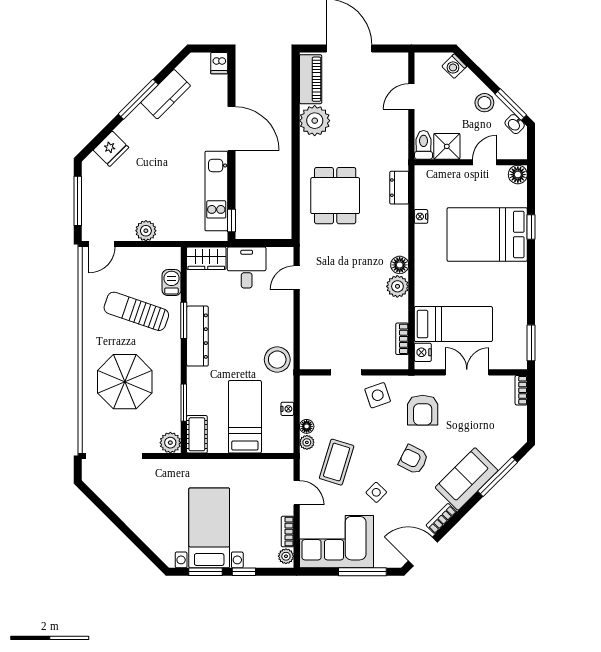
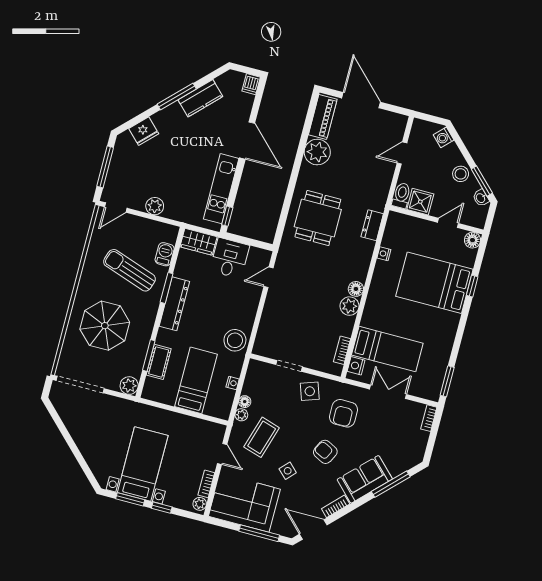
cot: (197, 434) -> (159, 362), moved

